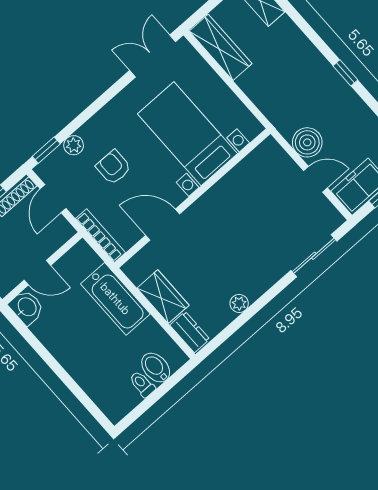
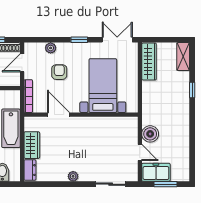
window: (345, 73) -> (192, 90), moved
window: (46, 150) -> (79, 40), moved
plant: (239, 303) -> (73, 176), moved

